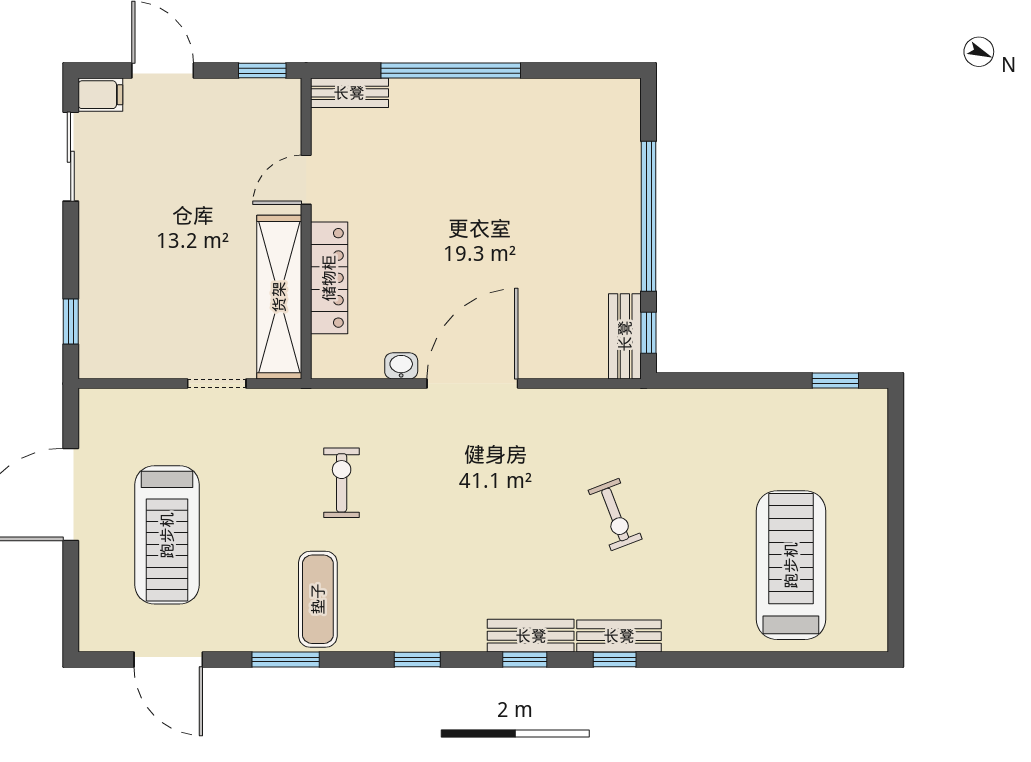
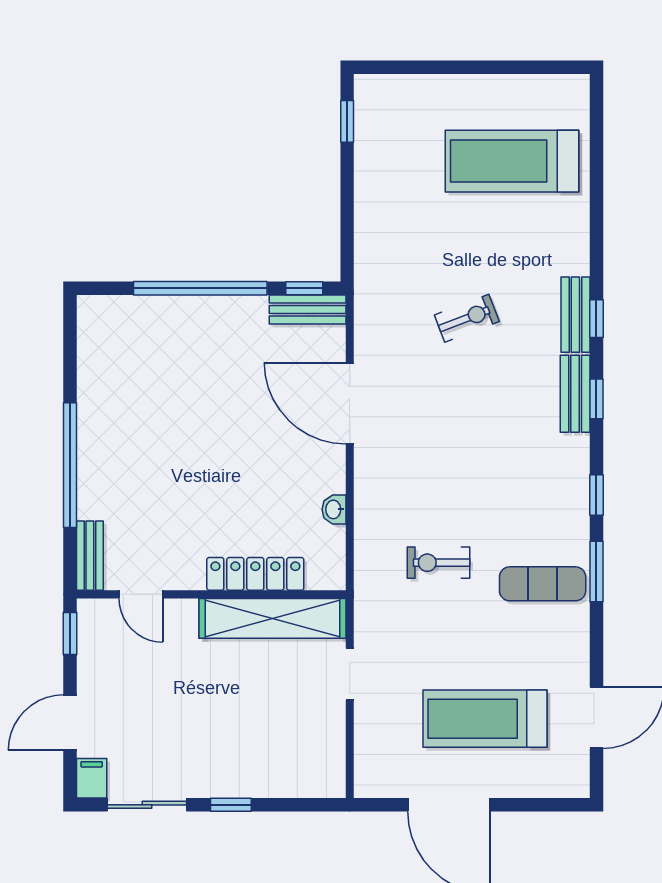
door: (306, 180) -> (141, 594), moved
window: (71, 322) -> (231, 805), moved
door: (472, 384) -> (350, 403), moved
treadmill: (167, 535) -> (485, 719), turned 180
window: (286, 660) -> (596, 572), moved

